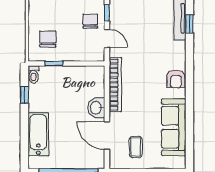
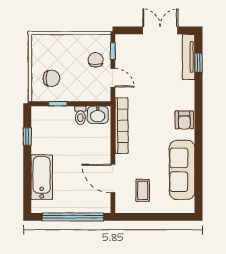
chair: (48, 39) -> (51, 78), turned 90
toilet: (34, 75) -> (80, 115), moved
washbasin: (96, 108) -> (98, 115), moved, turned -90

